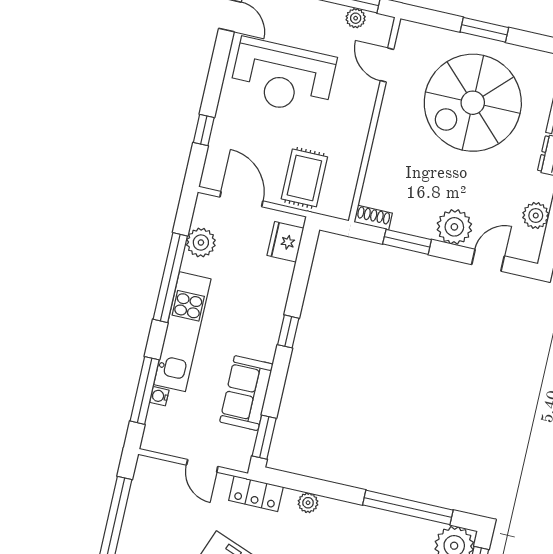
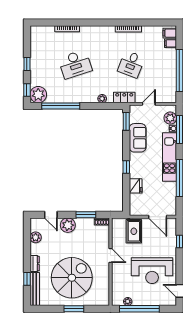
door: (387, 65) -> (110, 256), moved
reception desk: (283, 77) -> (152, 271), turned 180
fridge: (285, 242) -> (136, 186), moved
plant: (201, 243) -> (170, 118), moved
door: (488, 260) -> (51, 215), hinge flipped
door: (202, 466) -> (149, 104), hinge flipped

